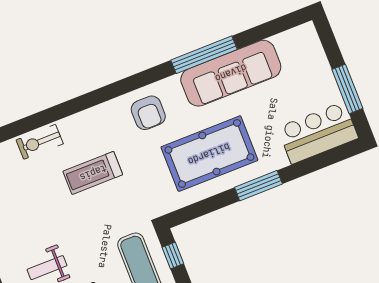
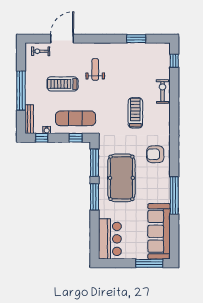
sofa: (231, 73) -> (159, 231), moved
window: (347, 89) -> (149, 263), moved
window: (202, 208) -> (95, 163), added

